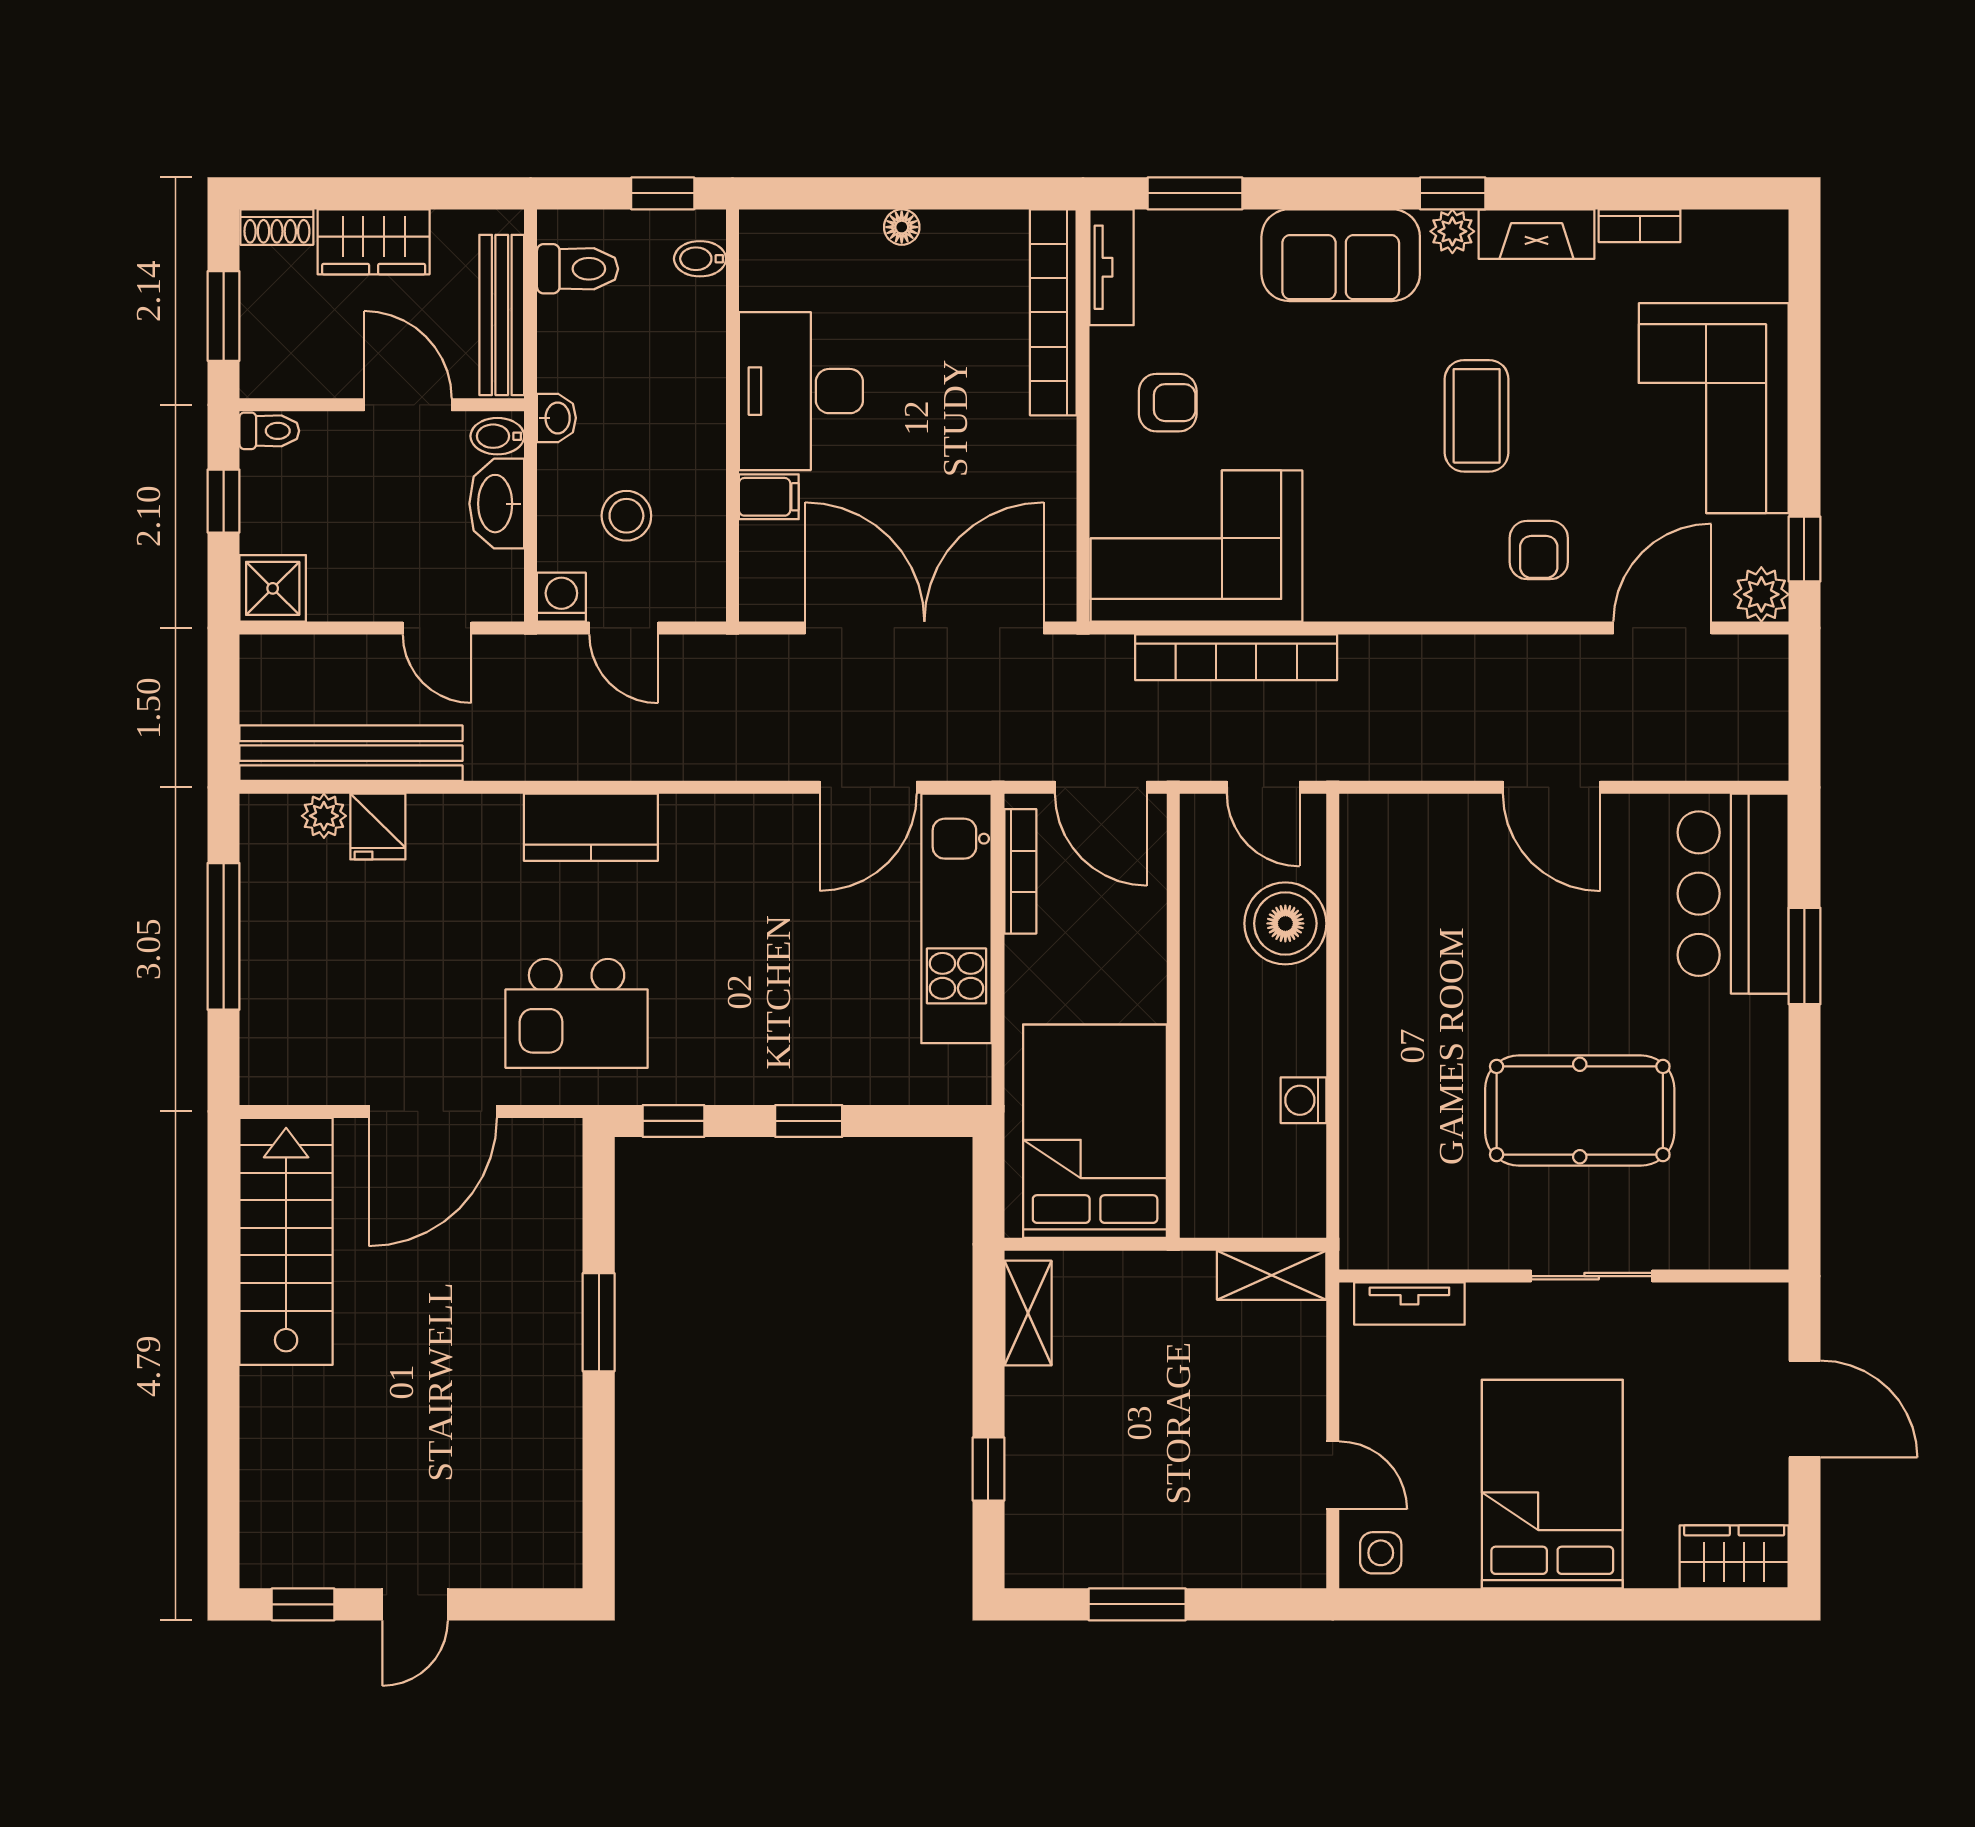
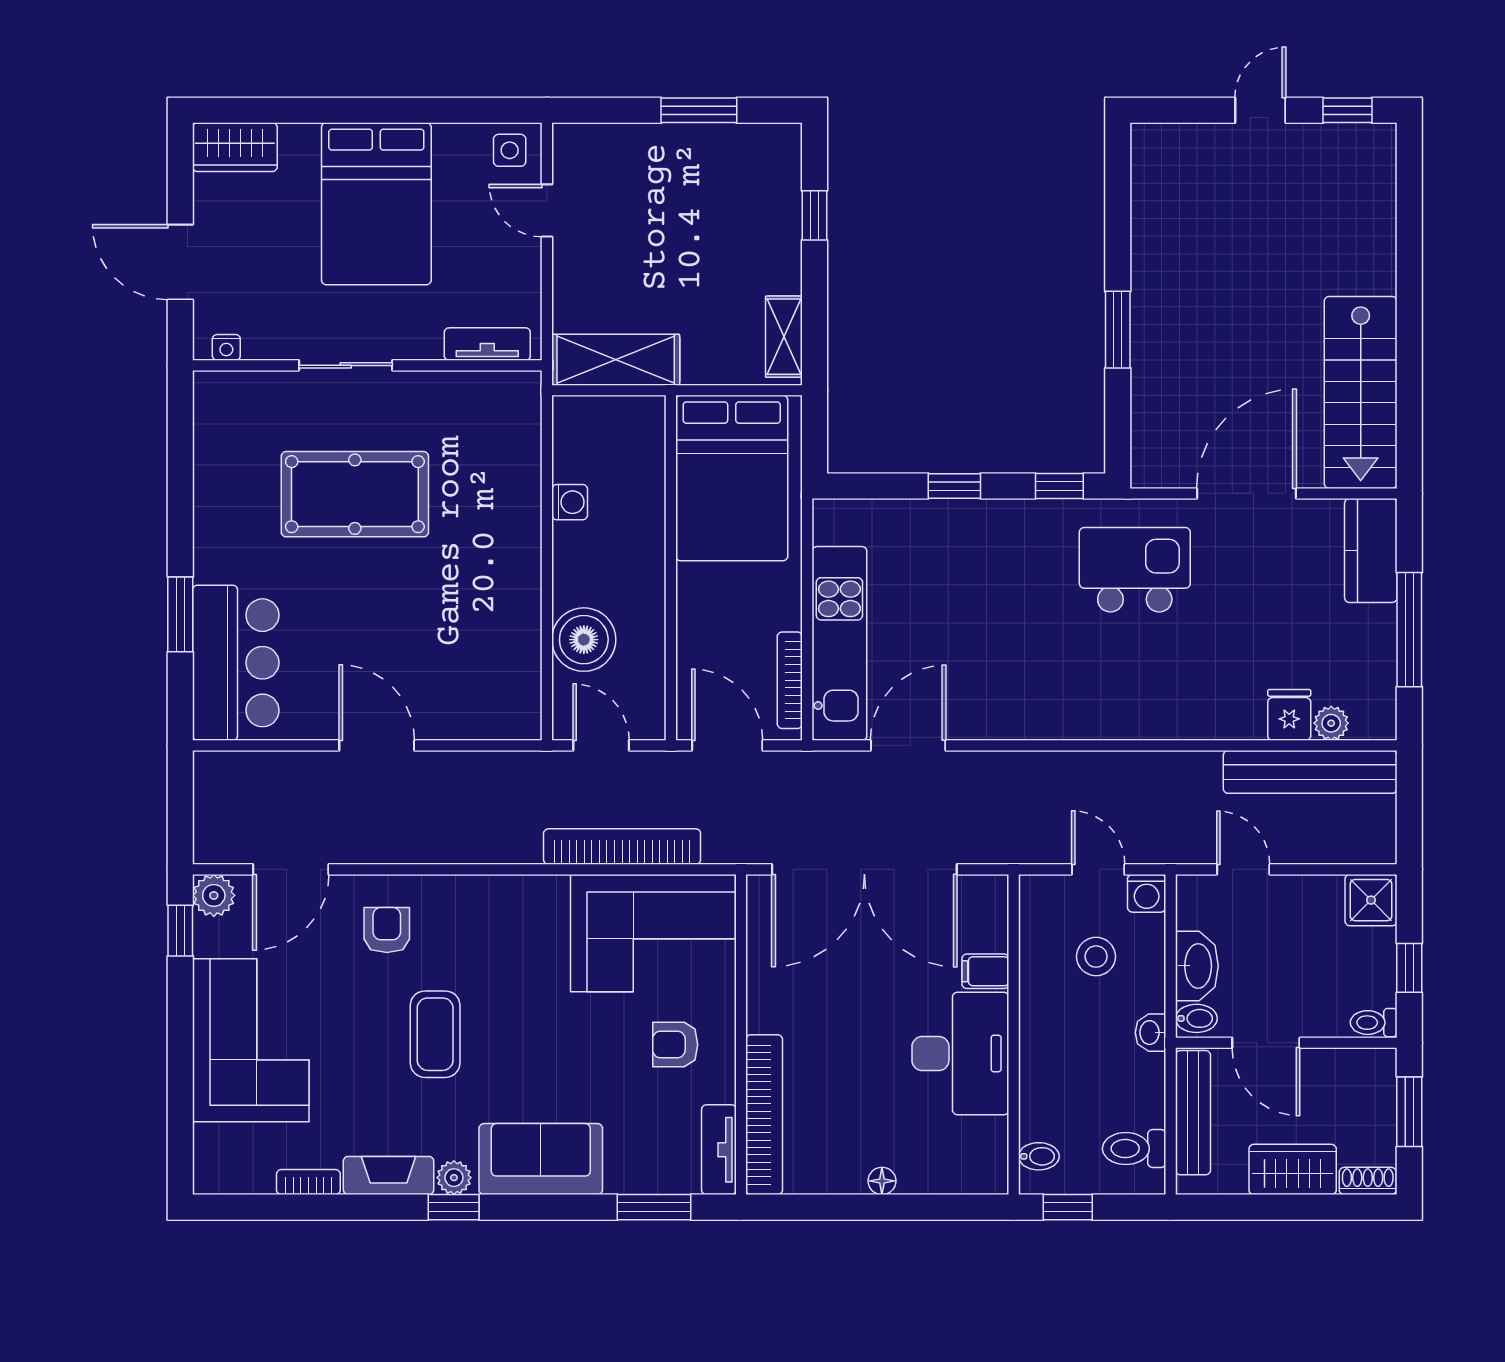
kitchen counter: (591, 827) -> (1371, 551), moved, turned -90
shelving: (1272, 1275) -> (616, 360), width x1.50, depth x1.33
nightstand: (1745, 1299) -> (226, 347), added

